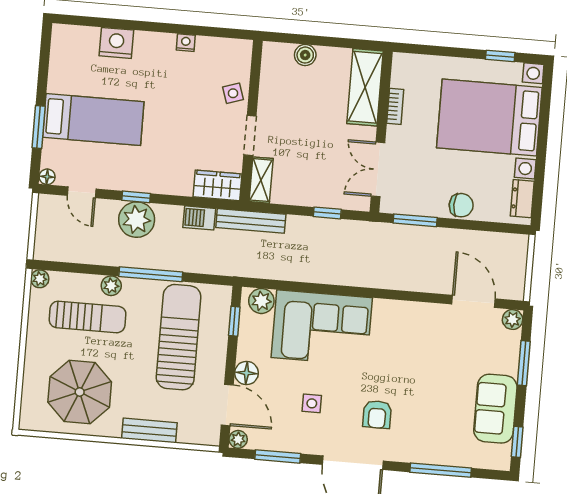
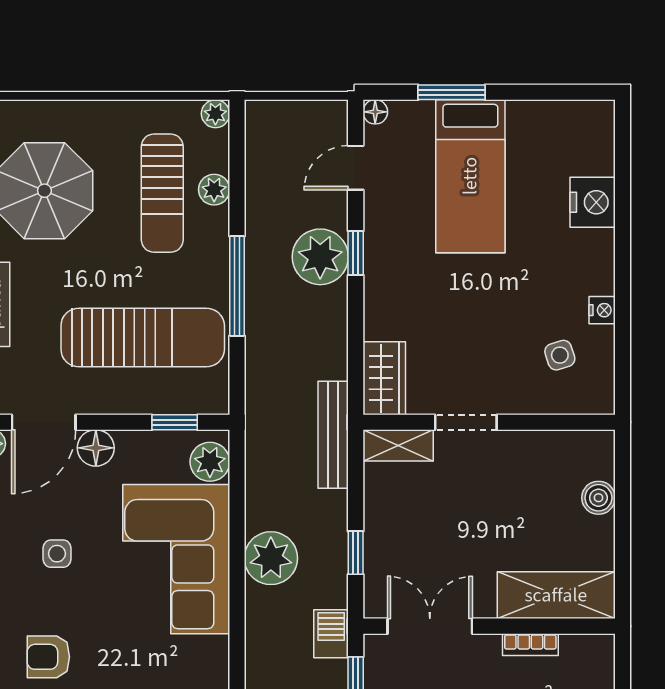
side table: (233, 93) -> (560, 355), moved
barbecue: (199, 218) -> (331, 634), moved
plant: (326, 267) -> (271, 558), added
plant: (111, 286) -> (214, 190), moved

